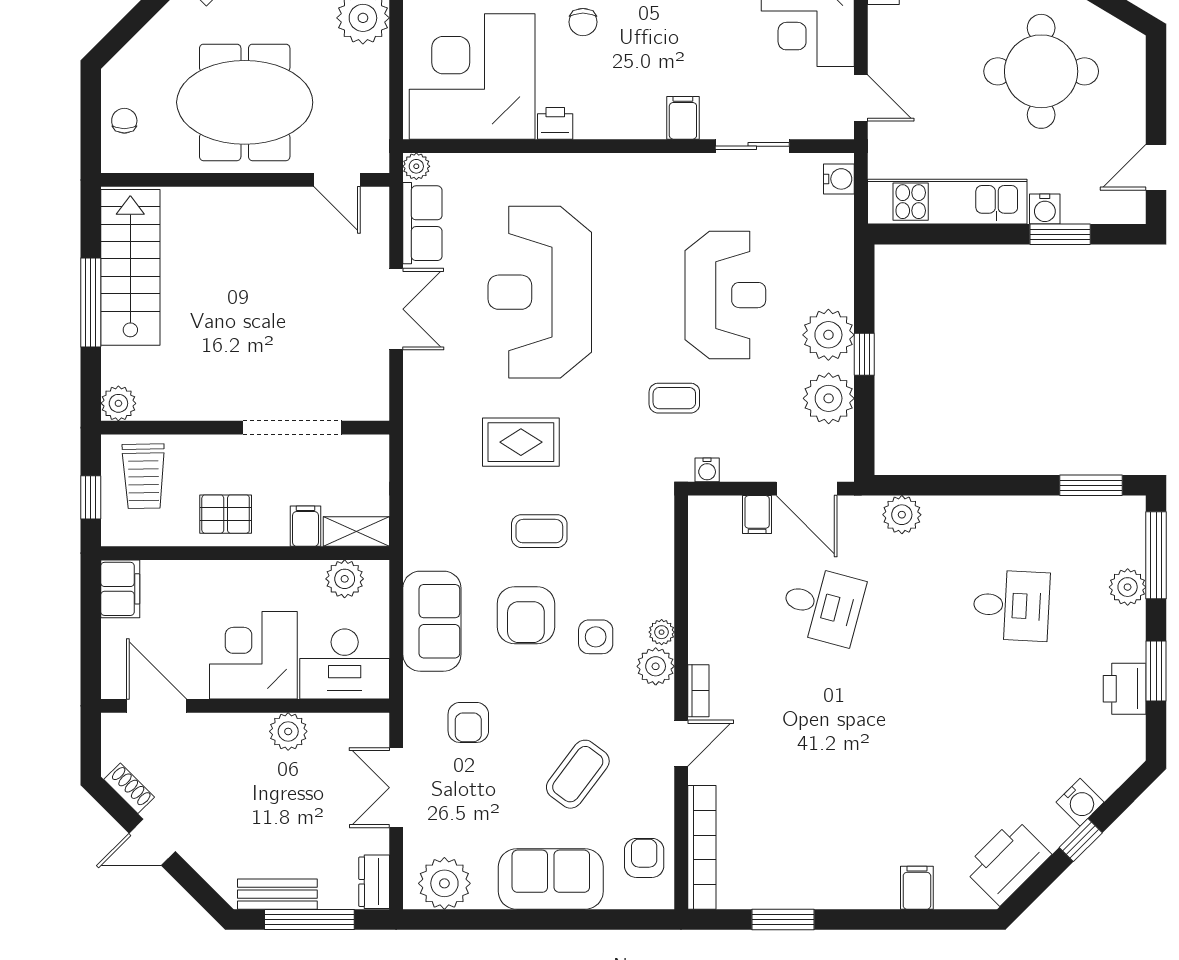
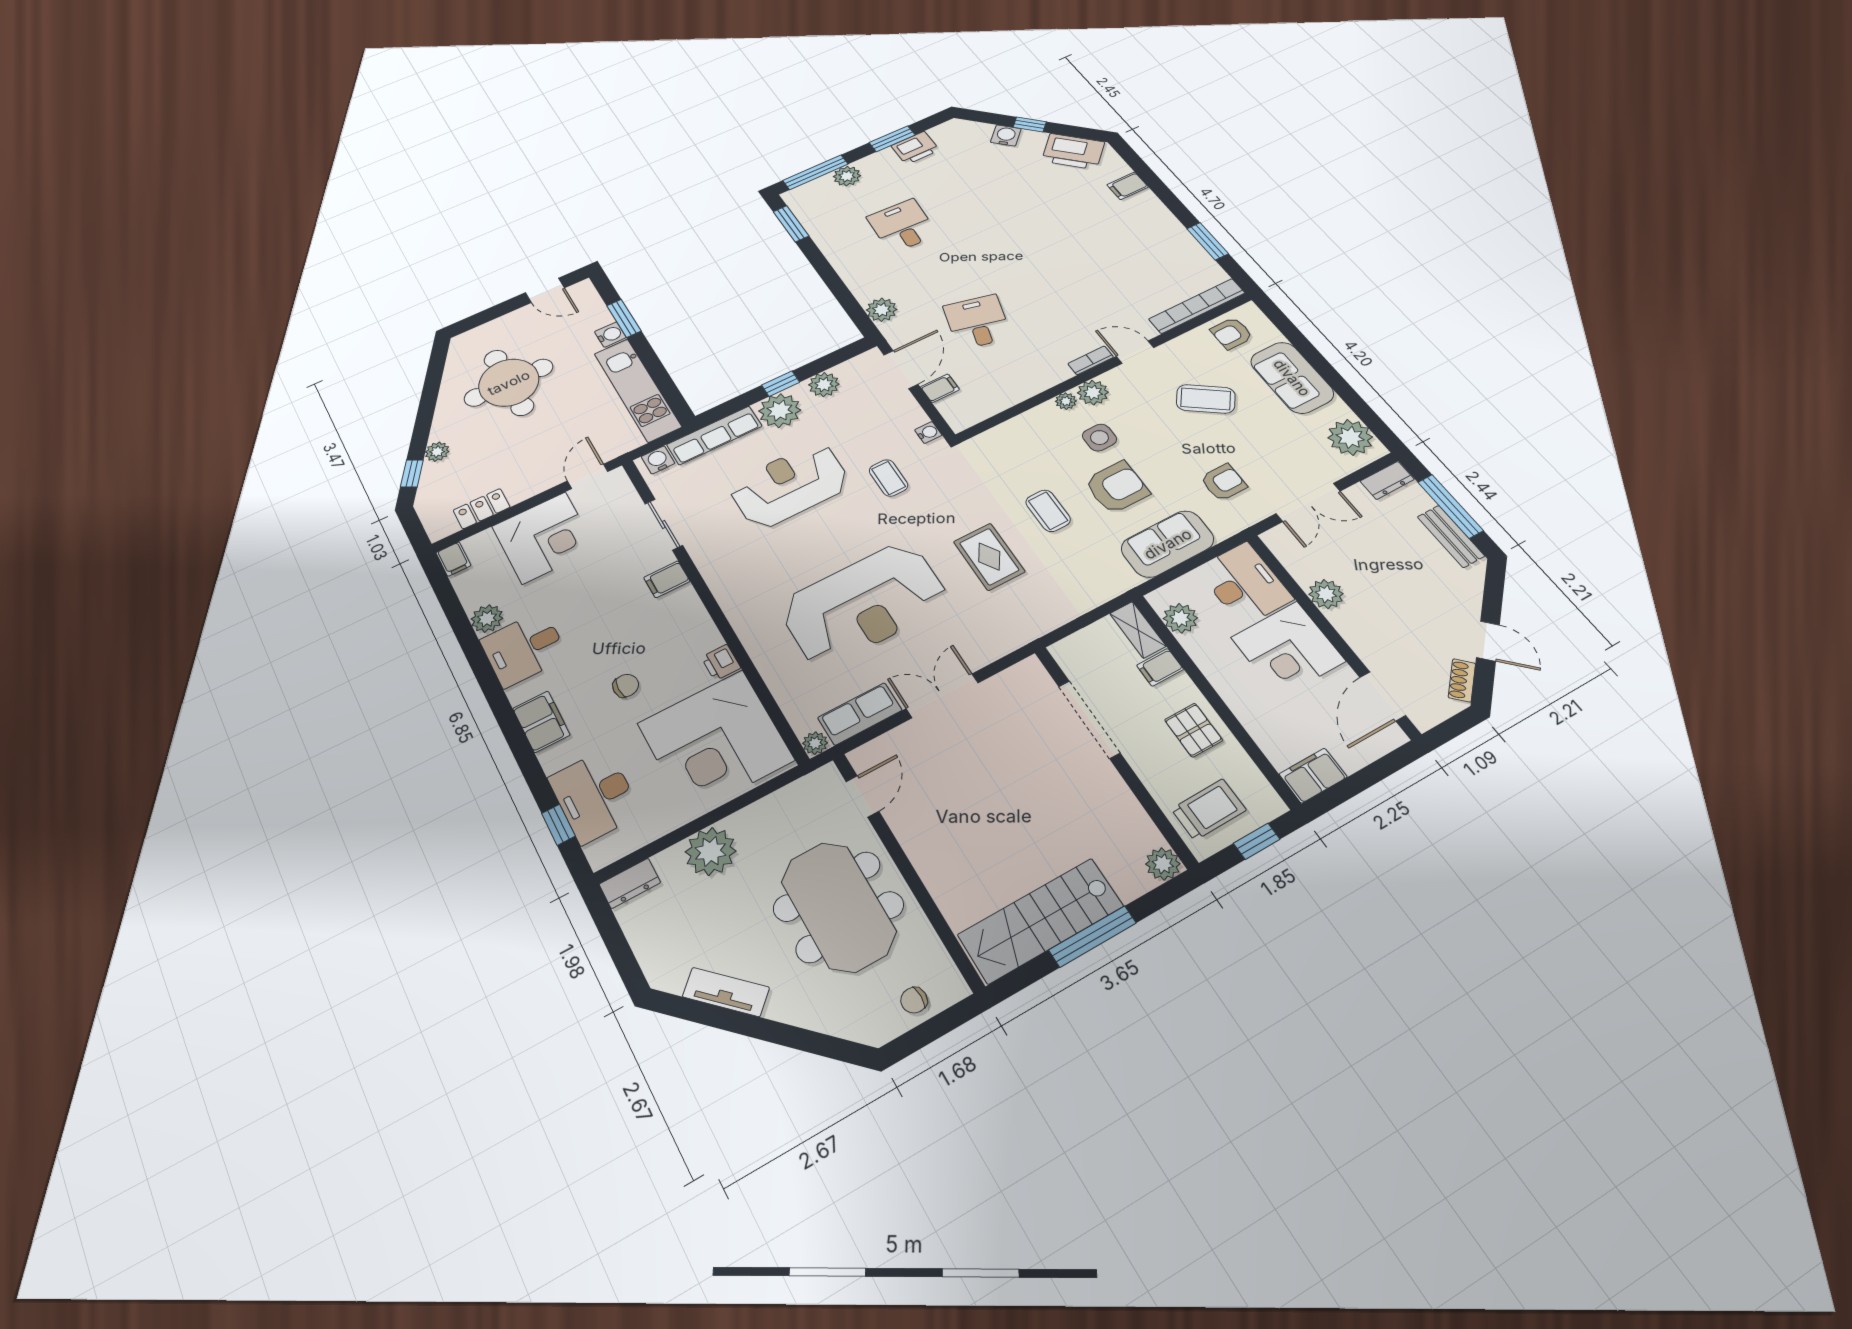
row of seats: (836, 252) -> (714, 435), added
plant: (829, 398) -> (824, 385), width x0.73, depth x0.73

